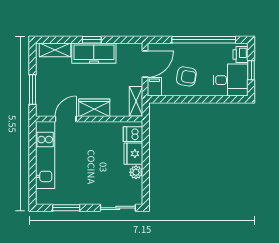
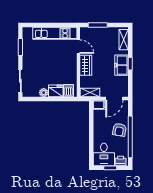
freezer: (94, 53) -> (122, 65), width x0.71
door: (145, 64) -> (114, 98), hinge flipped
armchair: (186, 76) -> (119, 130), moved

